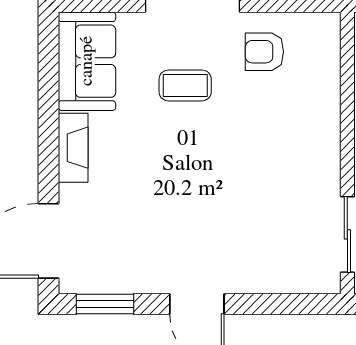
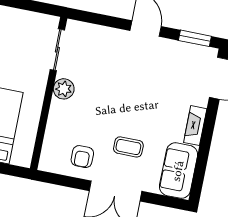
armchair: (264, 52) -> (82, 157), turned 90
plant: (322, 166) -> (64, 89), added

